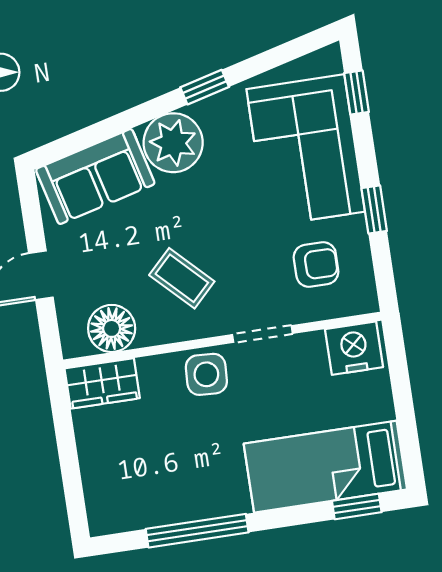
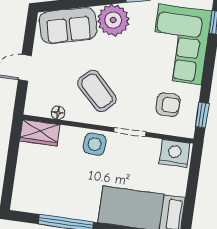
window: (374, 209) -> (202, 115), moved
coffee table: (182, 278) -> (97, 91), width x1.36, depth x1.30
floor lamp: (112, 328) -> (58, 113), width x0.53, depth x0.53

